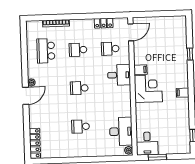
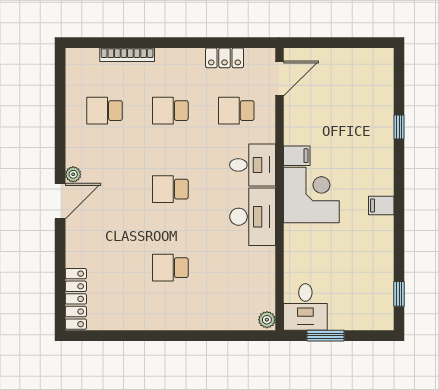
school desk: (46, 51) -> (104, 111), width x0.54
desk: (121, 131) -> (253, 217), moved

